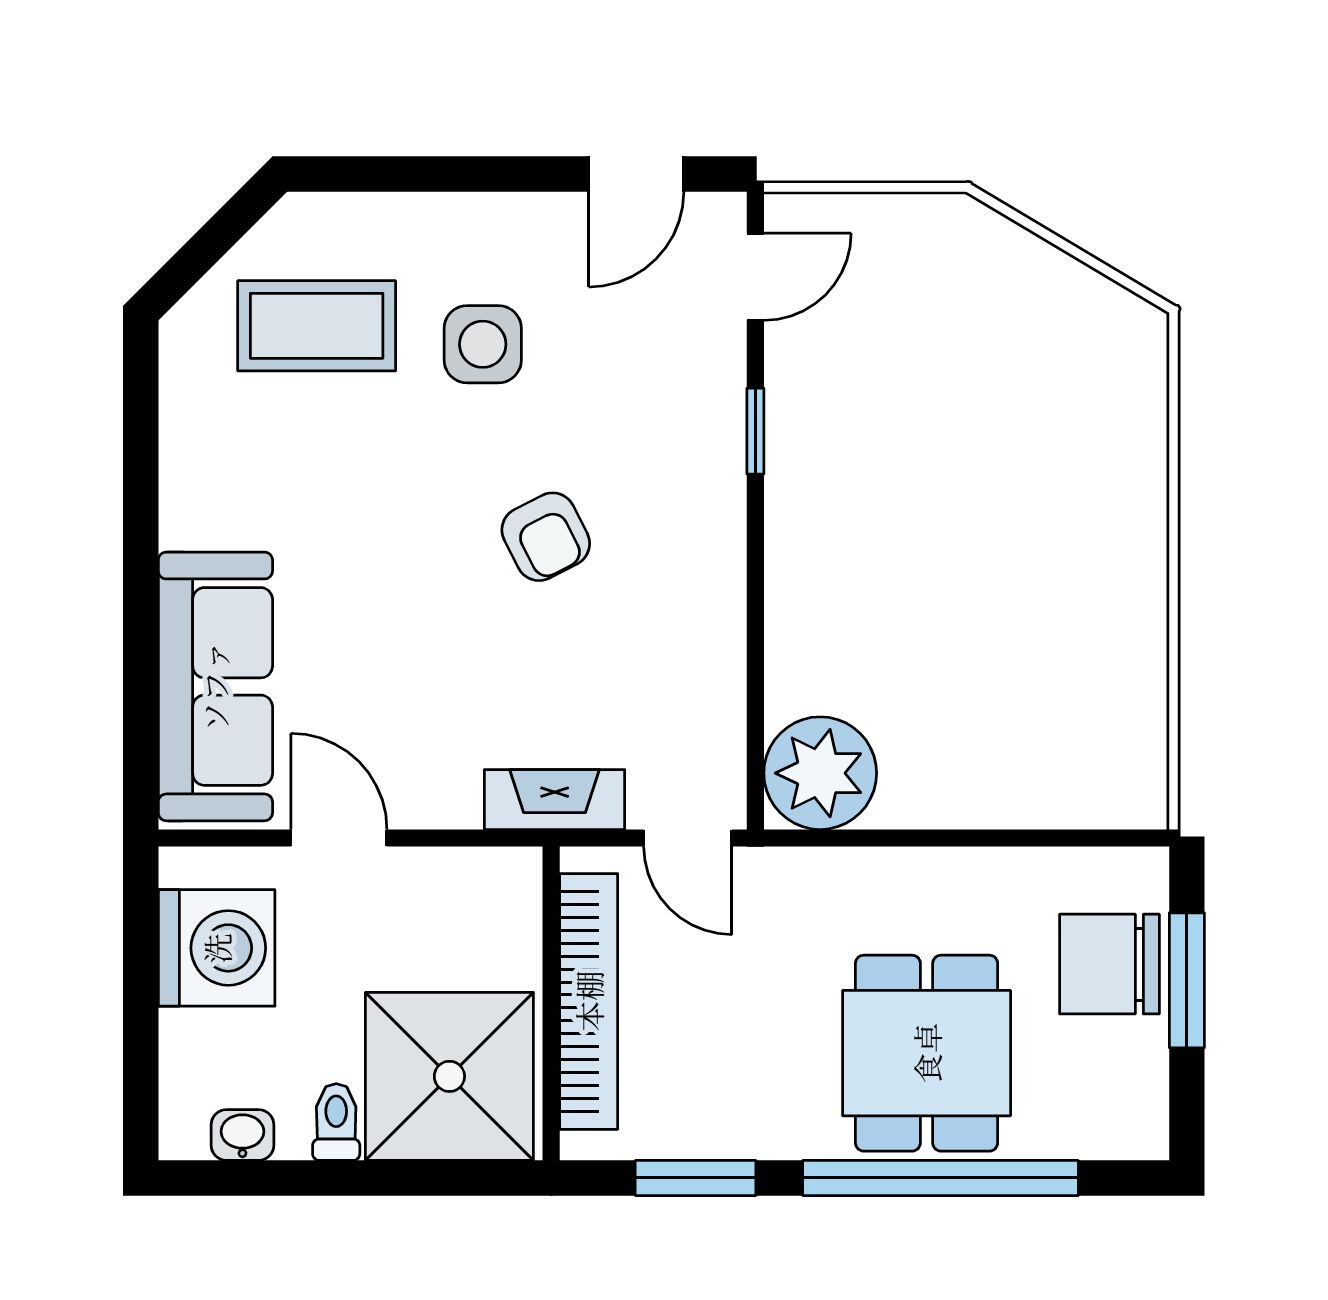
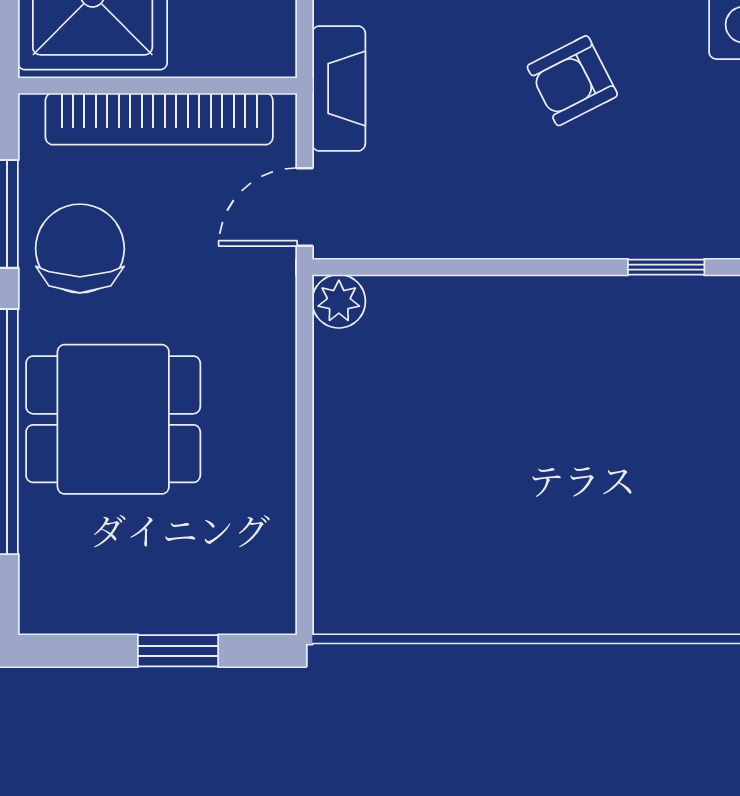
plant: (820, 773) -> (339, 301), width x0.53, depth x0.53
chair: (1109, 964) -> (80, 249), moved
window: (1187, 980) -> (178, 651), width x0.67

